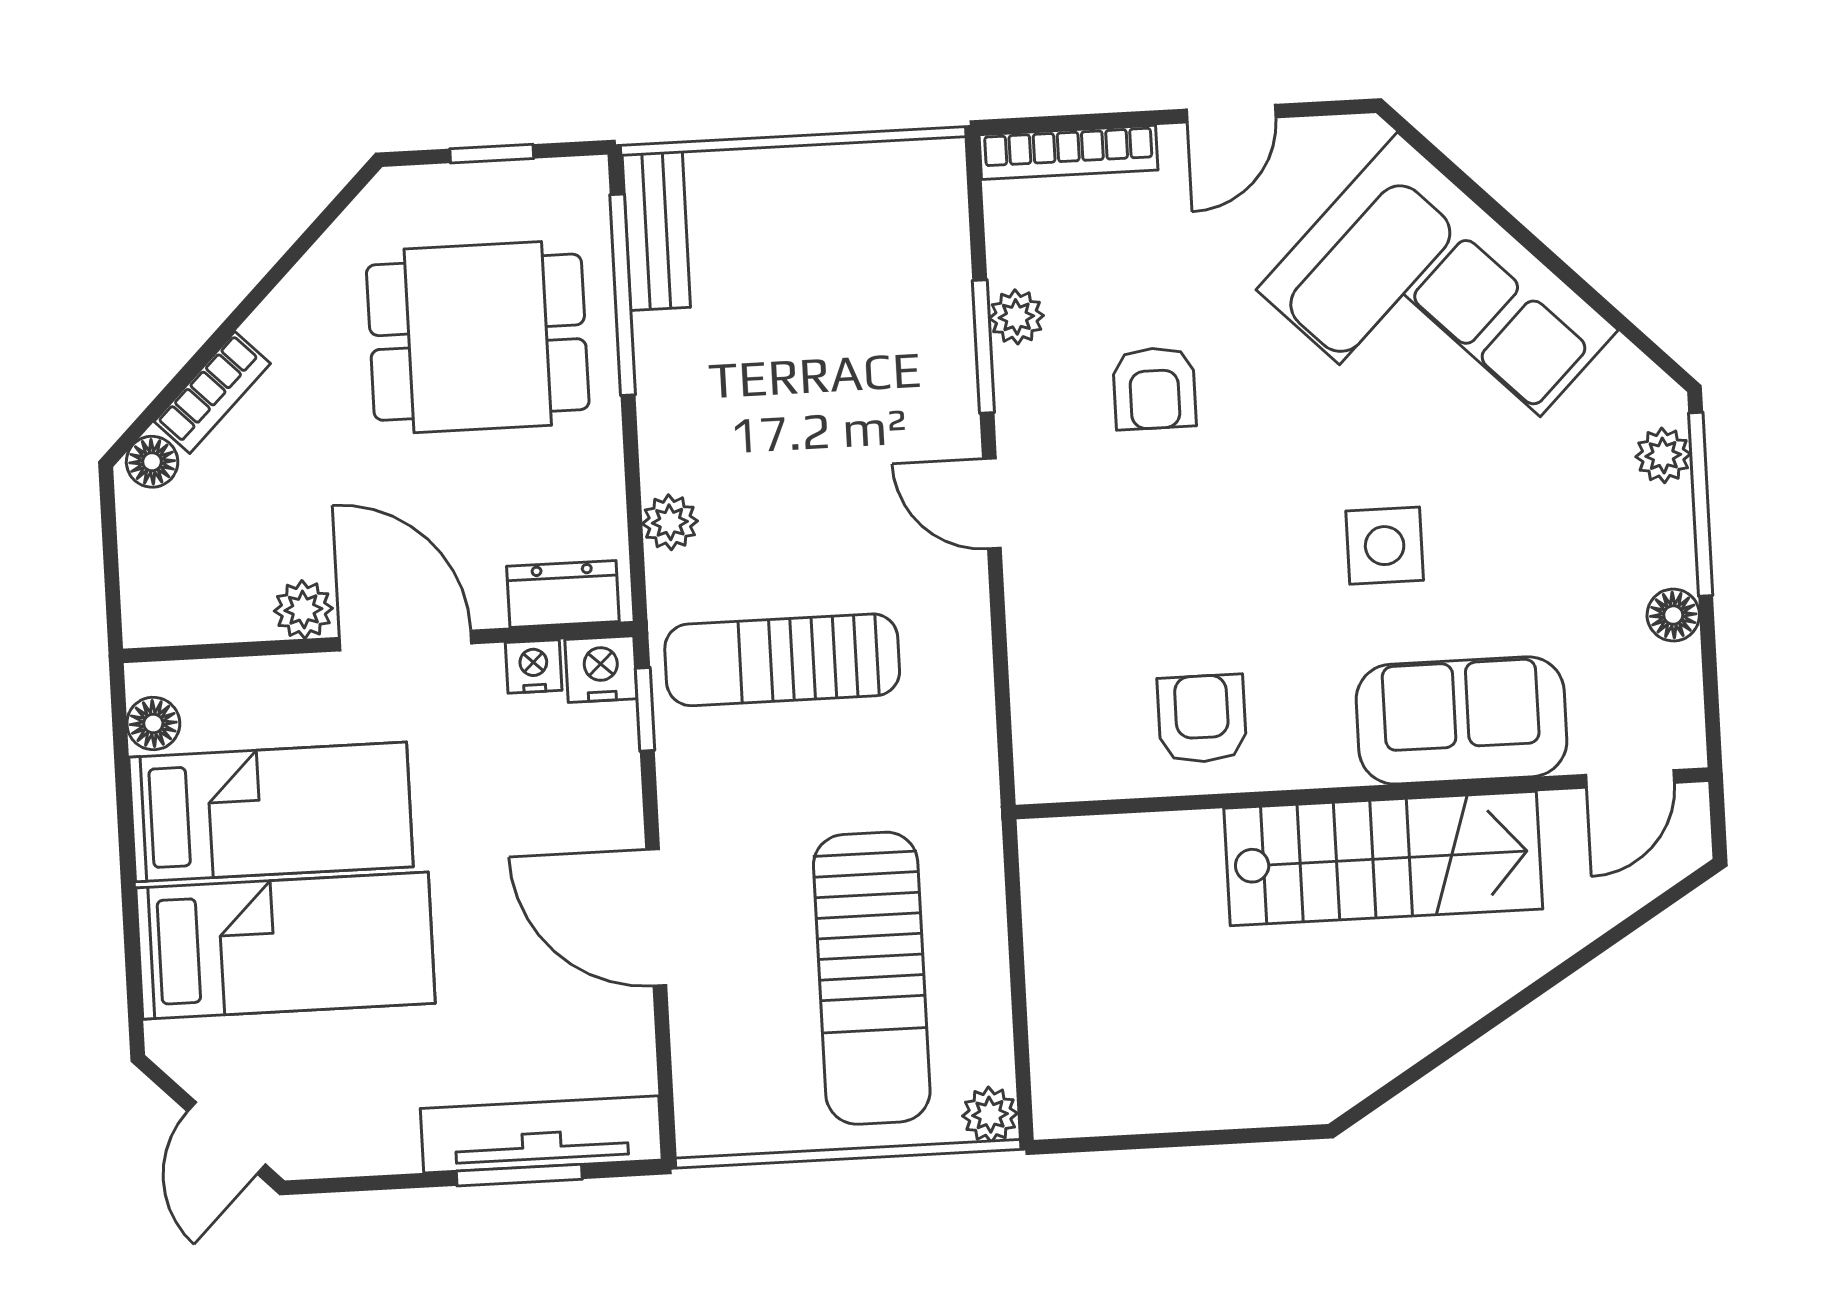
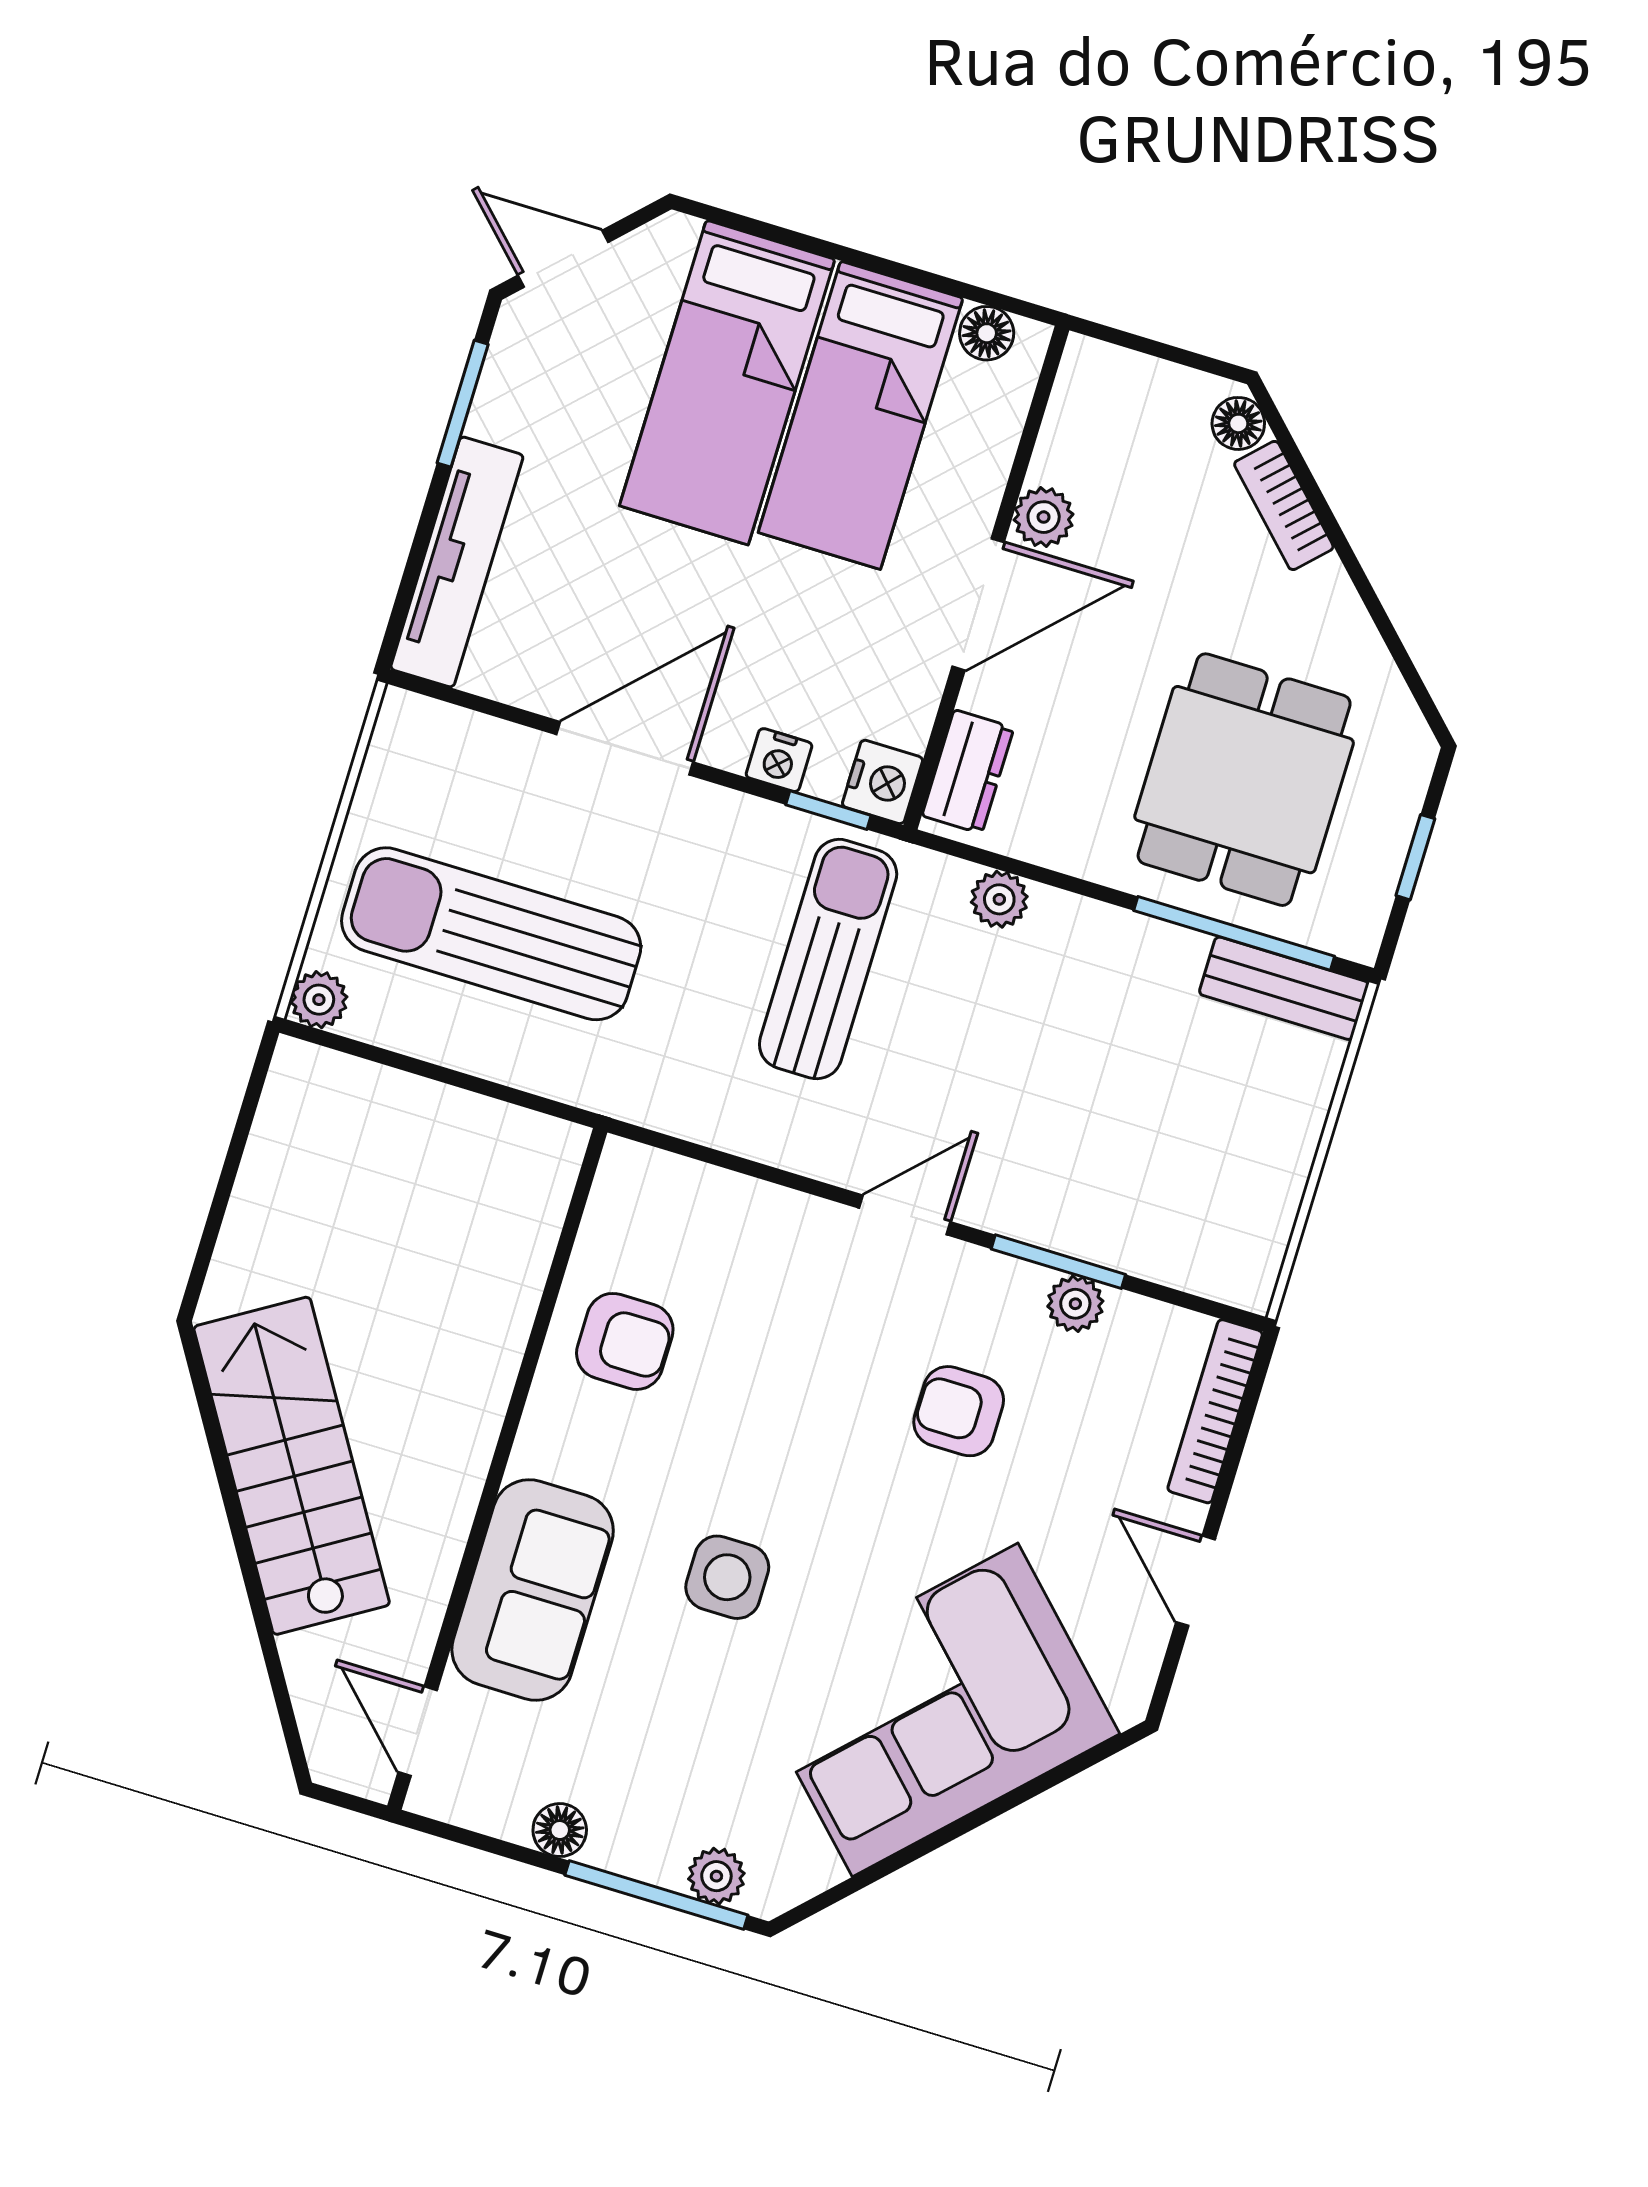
nightstand: (534, 666) -> (779, 760), moved, turned 90
stairs: (1383, 859) -> (292, 1466), moved, turned 148
window: (519, 1175) -> (463, 404), moved

